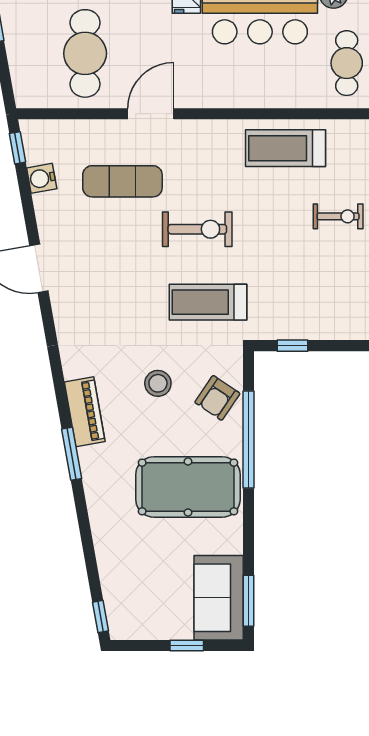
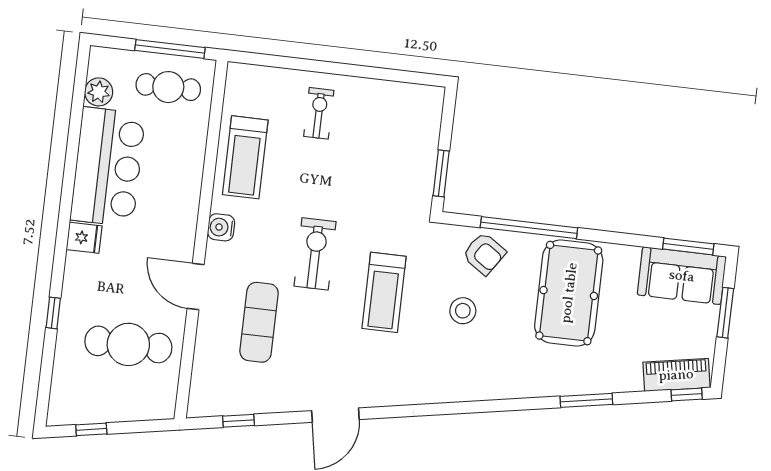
window: (17, 148) -> (239, 421), moved
water cooler: (42, 178) -> (221, 227), moved, turned 100
treadmill: (208, 302) -> (384, 292), moved
window: (293, 346) -> (441, 173), width x1.50
piano: (85, 412) -> (676, 375), moved
window: (72, 454) -> (586, 400), moved
window: (187, 646) -> (725, 313), width x1.50

